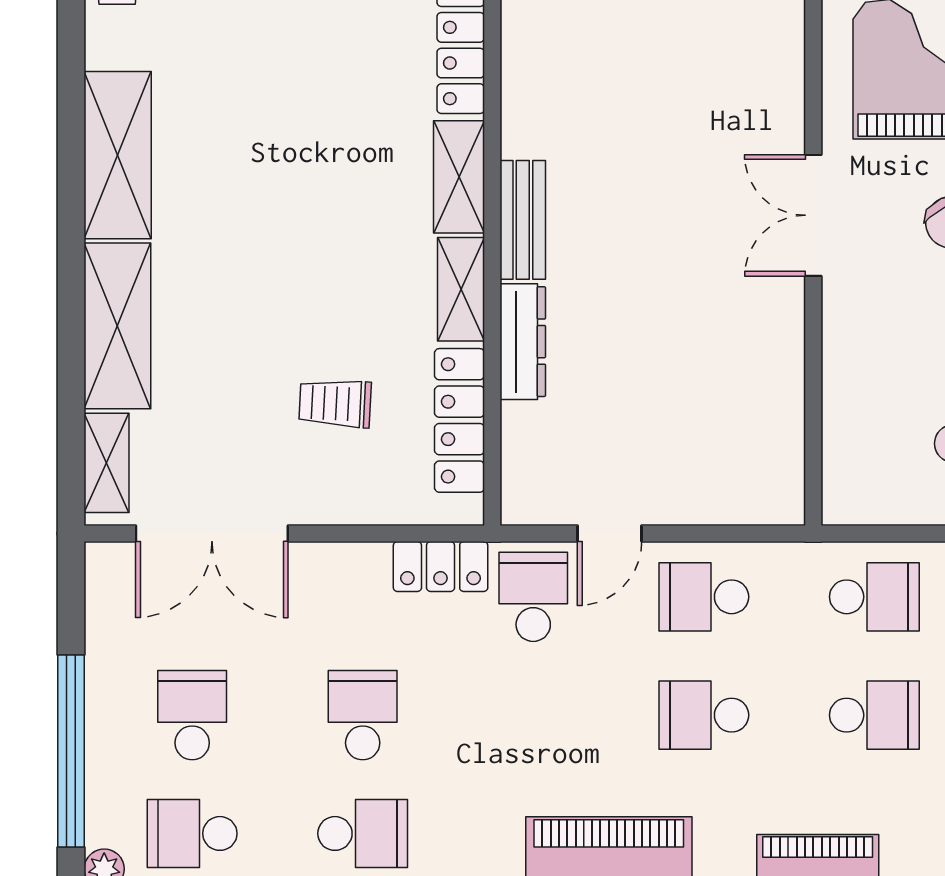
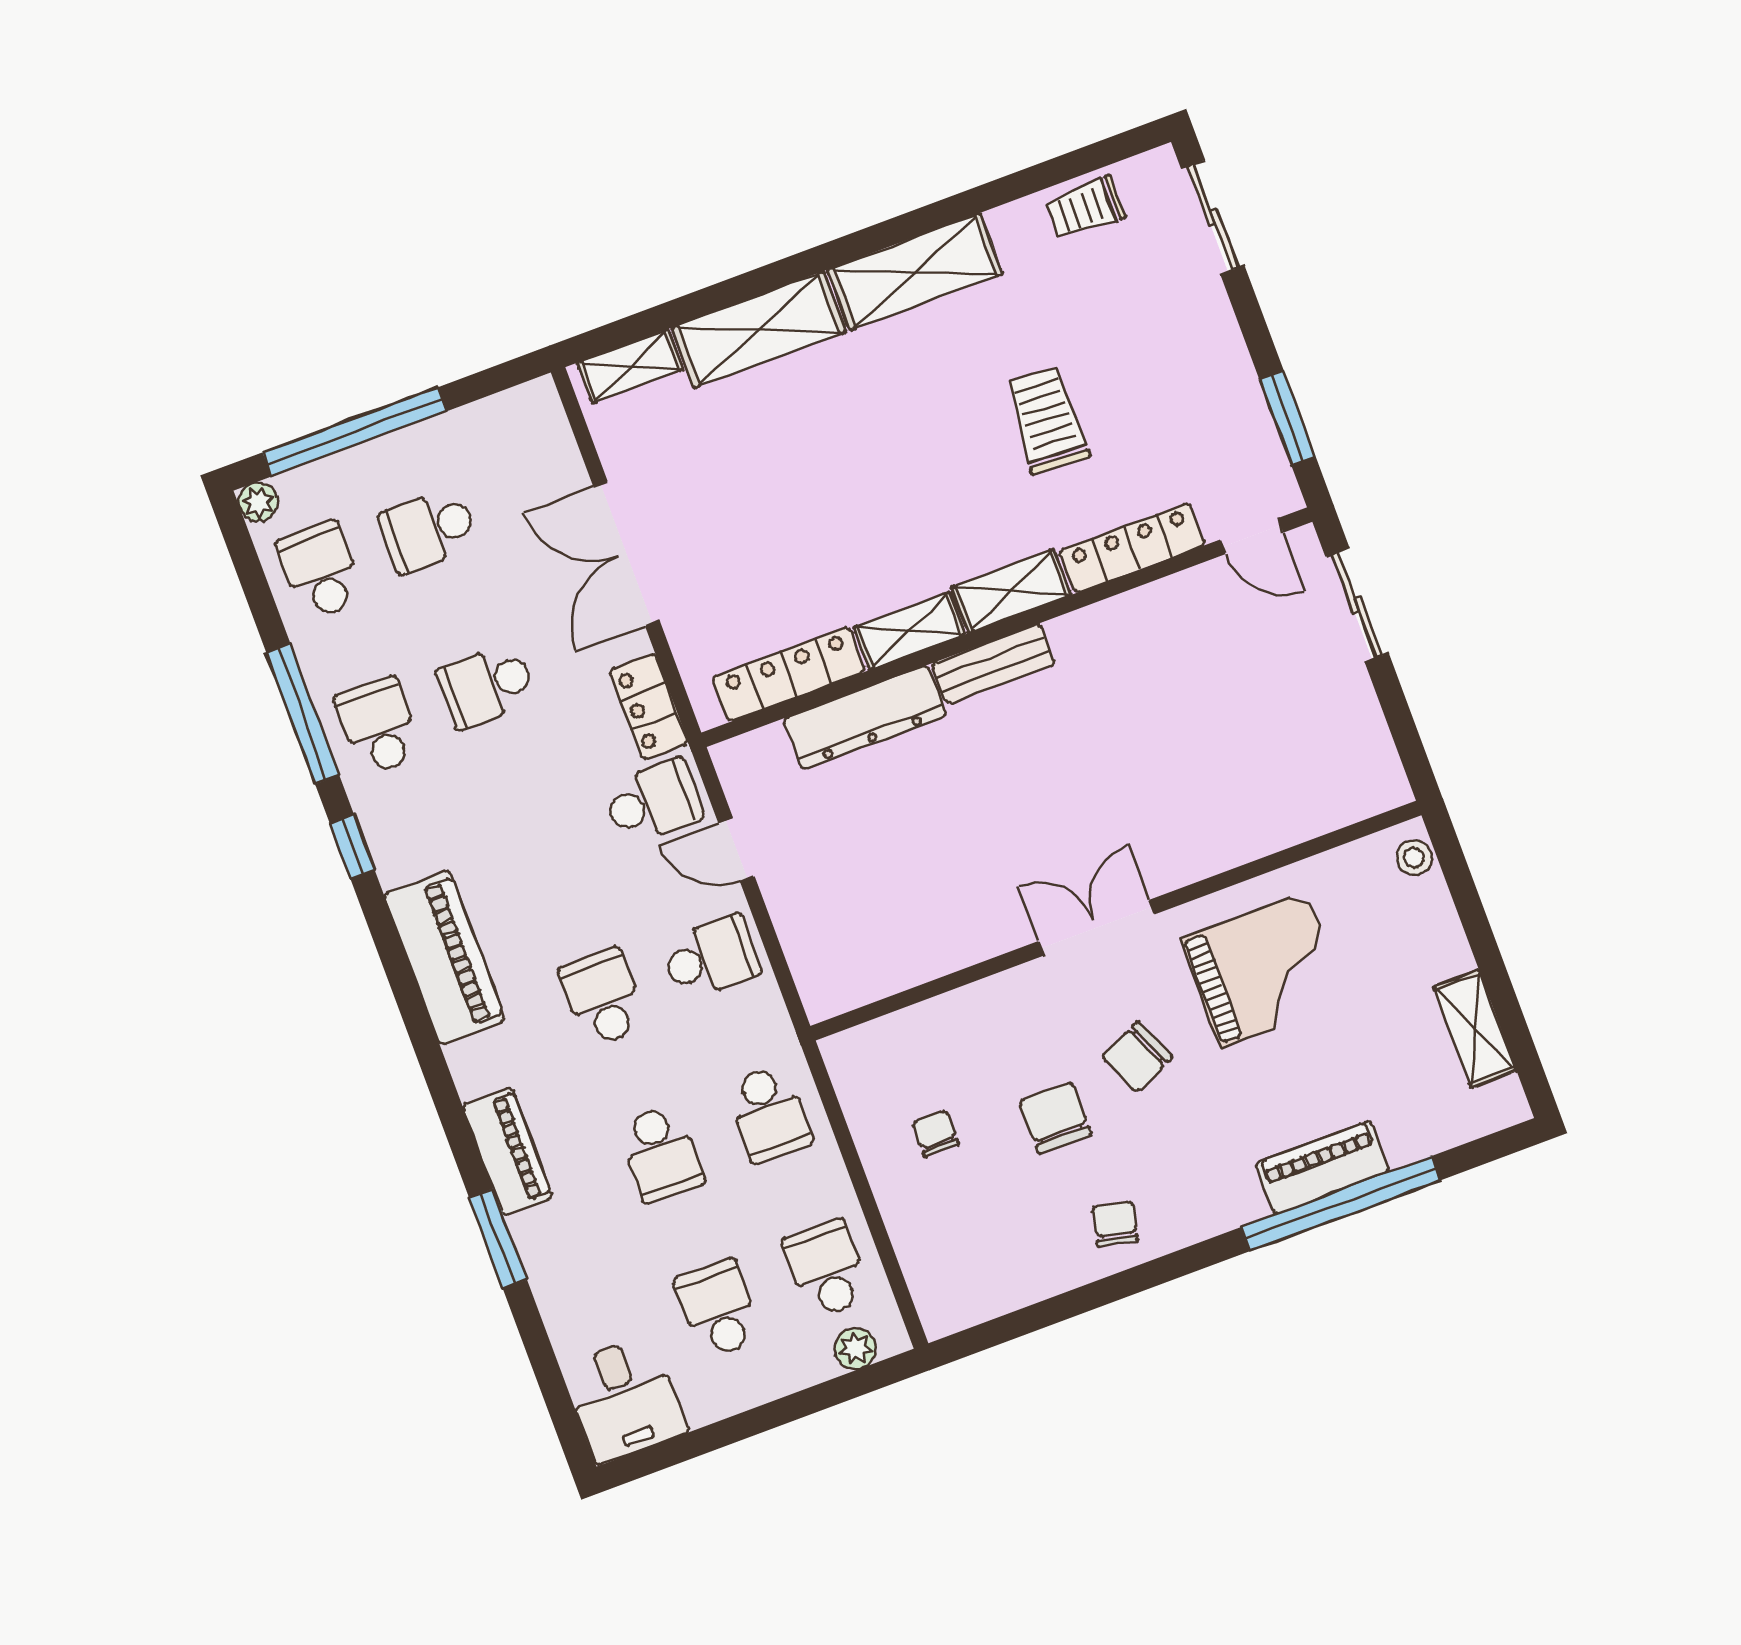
dresser: (523, 342) -> (865, 718), width x1.37, depth x1.24
trolley: (335, 403) -> (1047, 420), moved, width x1.36, depth x1.39
double door: (212, 534) -> (626, 554), moved
school desk: (704, 597) -> (711, 957), turned 90
school desk: (192, 715) -> (429, 530), turned 180
school desk: (363, 715) -> (487, 686), turned 180
school desk: (363, 833) -> (379, 726), turned 180

